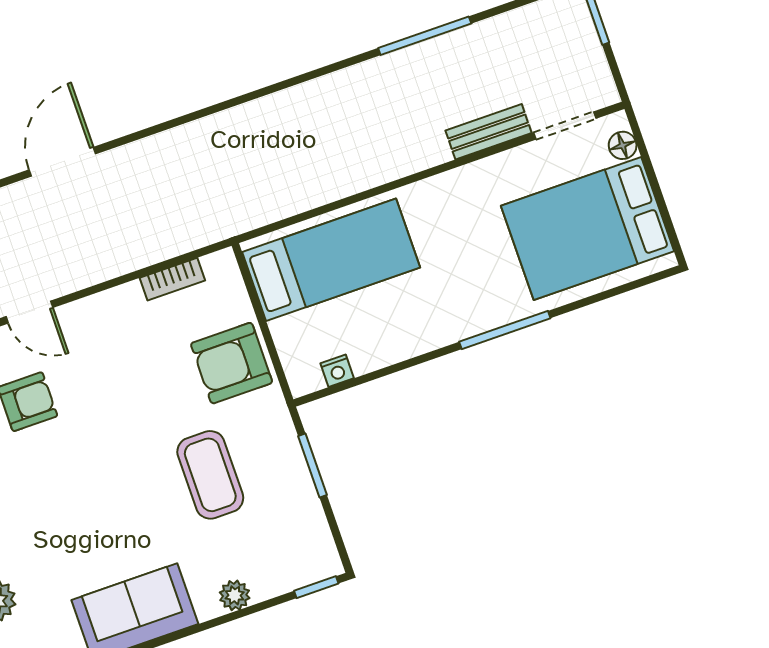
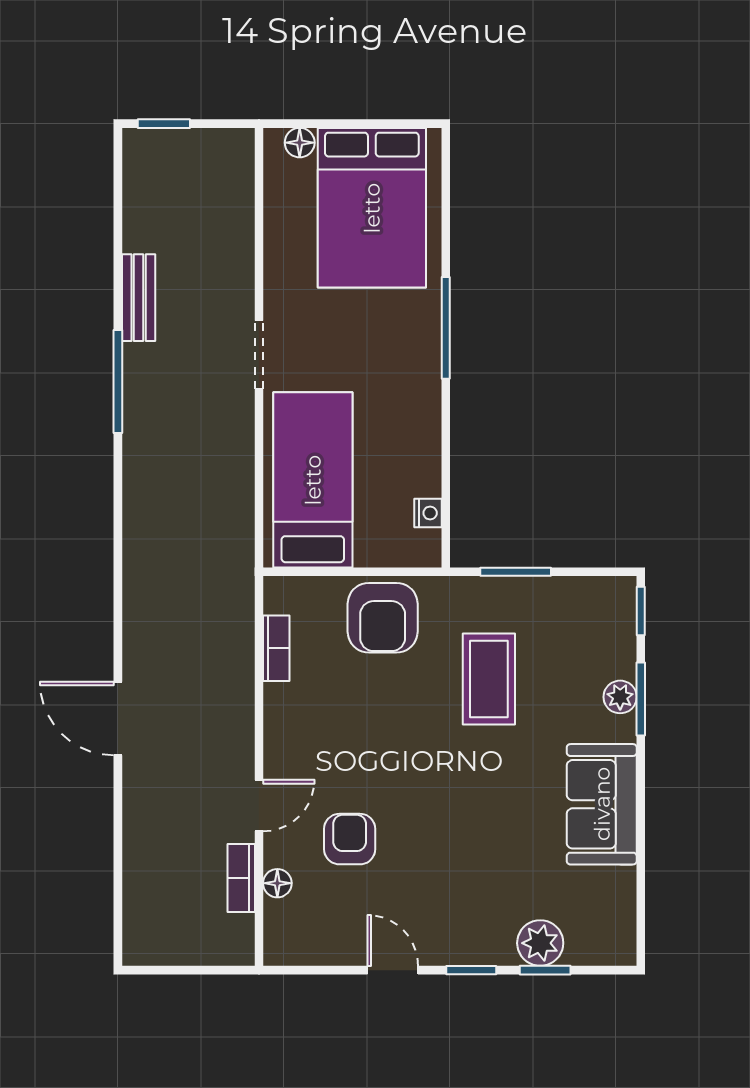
window: (425, 36) -> (118, 381), moved
doorway: (565, 126) -> (259, 355), moved
bench: (489, 132) -> (139, 298), moved
coffee table: (210, 475) -> (489, 679), turned 90
window: (239, 614) -> (641, 699), added

